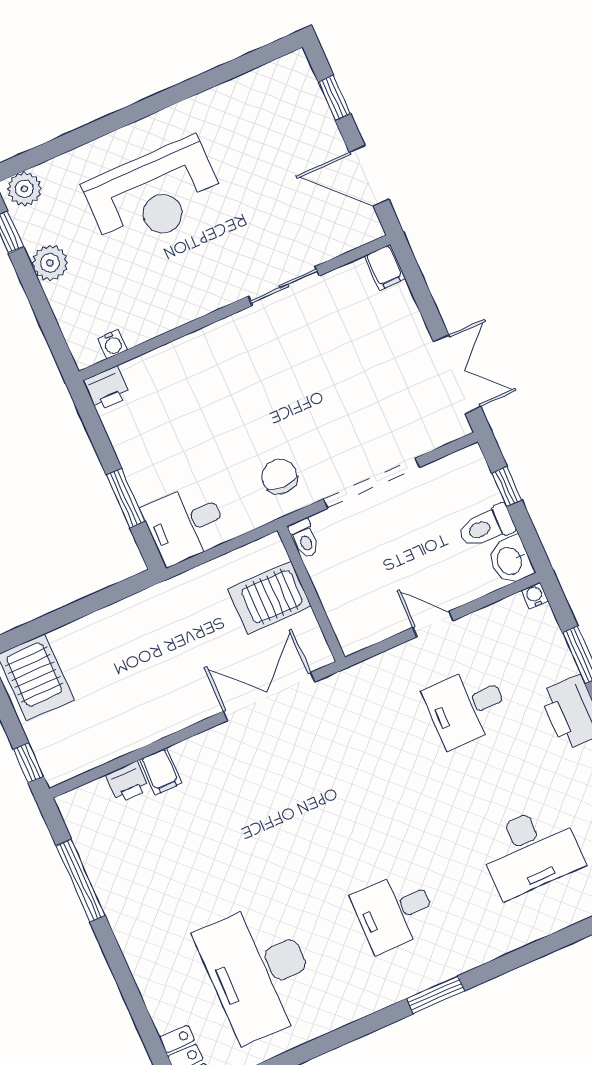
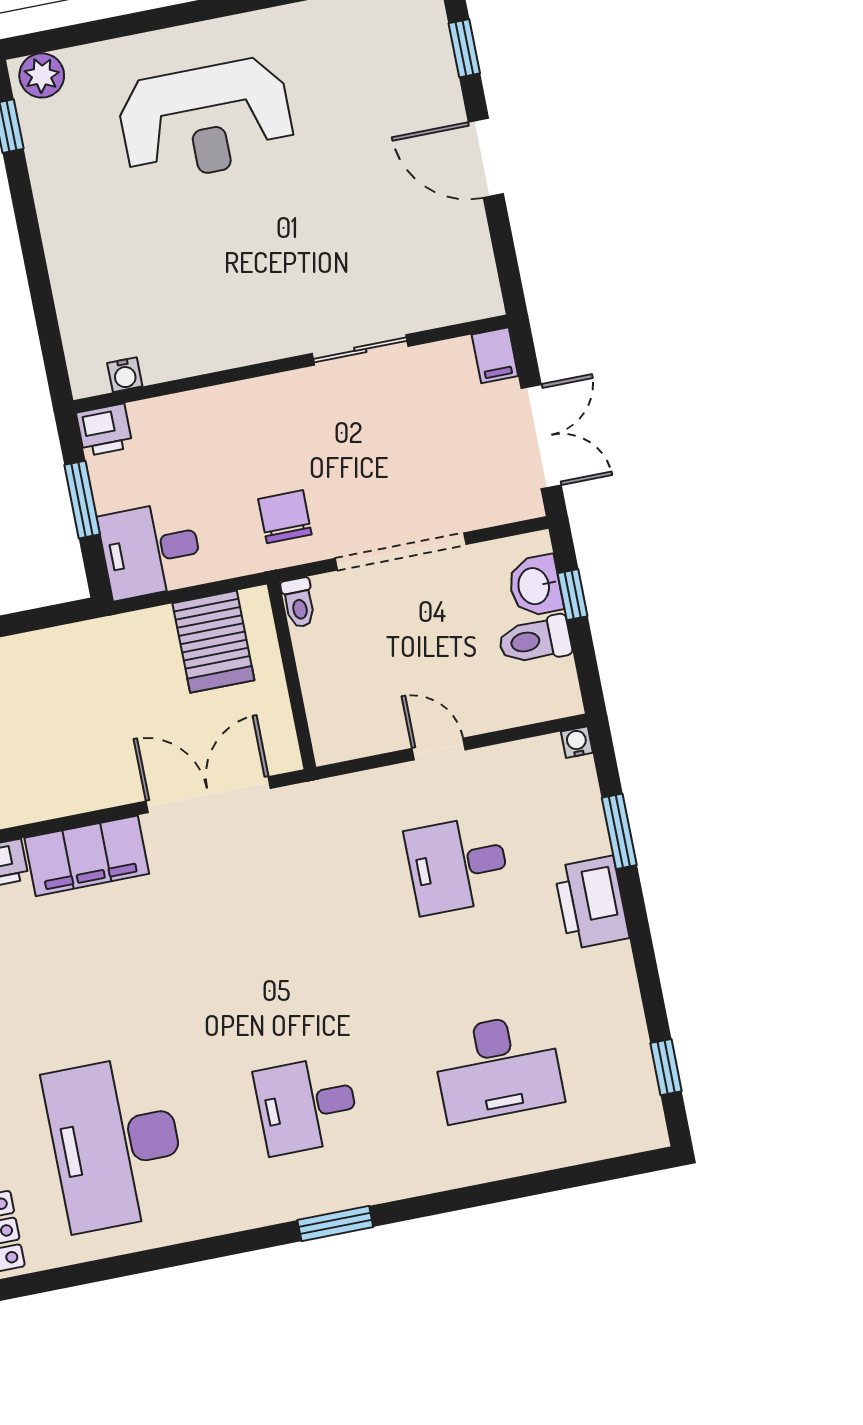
plant: (50, 263) -> (53, 177), removed
filing cabinet: (385, 267) -> (495, 355), moved
sliding door: (284, 286) -> (360, 350), moved
wall: (234, 308) -> (291, 364), moved
water cooler: (113, 344) -> (125, 375), moved
printer: (107, 389) -> (104, 430), moved
washbasin: (510, 560) -> (535, 586), moved
server rack: (269, 598) -> (213, 642), moved, turned -90
filing cabinet: (161, 771) -> (87, 856), width x3.00, depth x1.17

